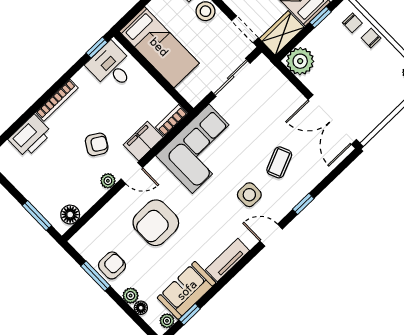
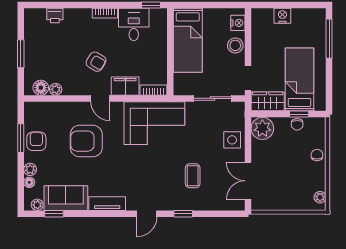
chair: (352, 23) -> (297, 124), moved
desk: (111, 67) -> (134, 24), moved
bookcase: (57, 100) -> (105, 13), width x0.64
double door: (332, 120) -> (248, 181), width x0.73
printer: (30, 136) -> (55, 15), width x0.53, depth x0.68
coffee table: (279, 162) -> (193, 176), turned -67
plant: (108, 181) -> (56, 89), moved
side table: (249, 195) -> (232, 140), moved
window: (37, 215) -> (21, 54), moved
door: (271, 235) -> (147, 214), swing flipped
armchair: (112, 265) -> (36, 141), turned -90

